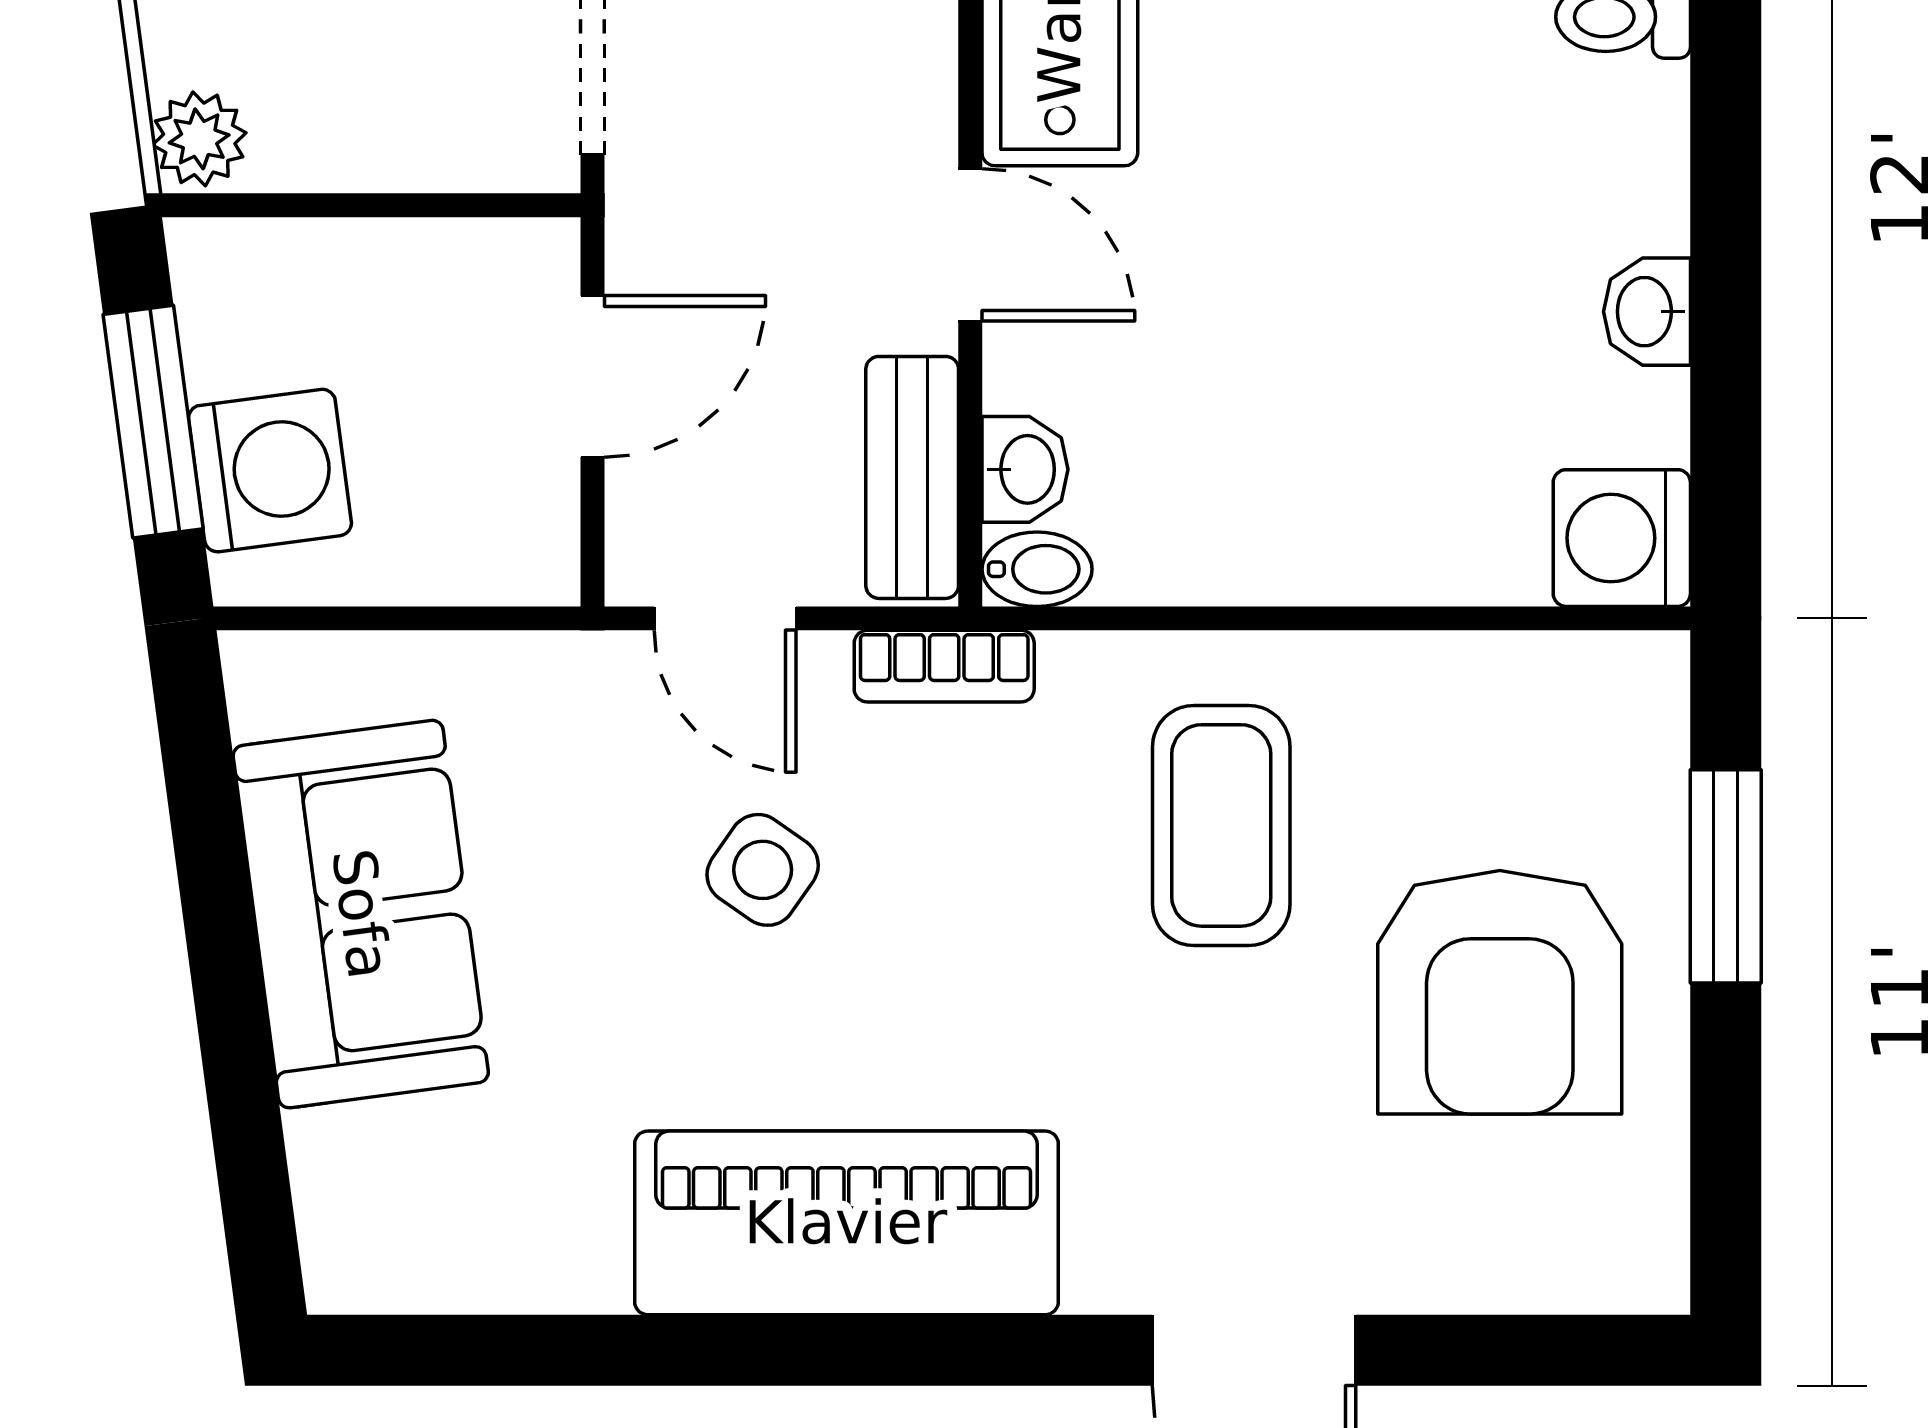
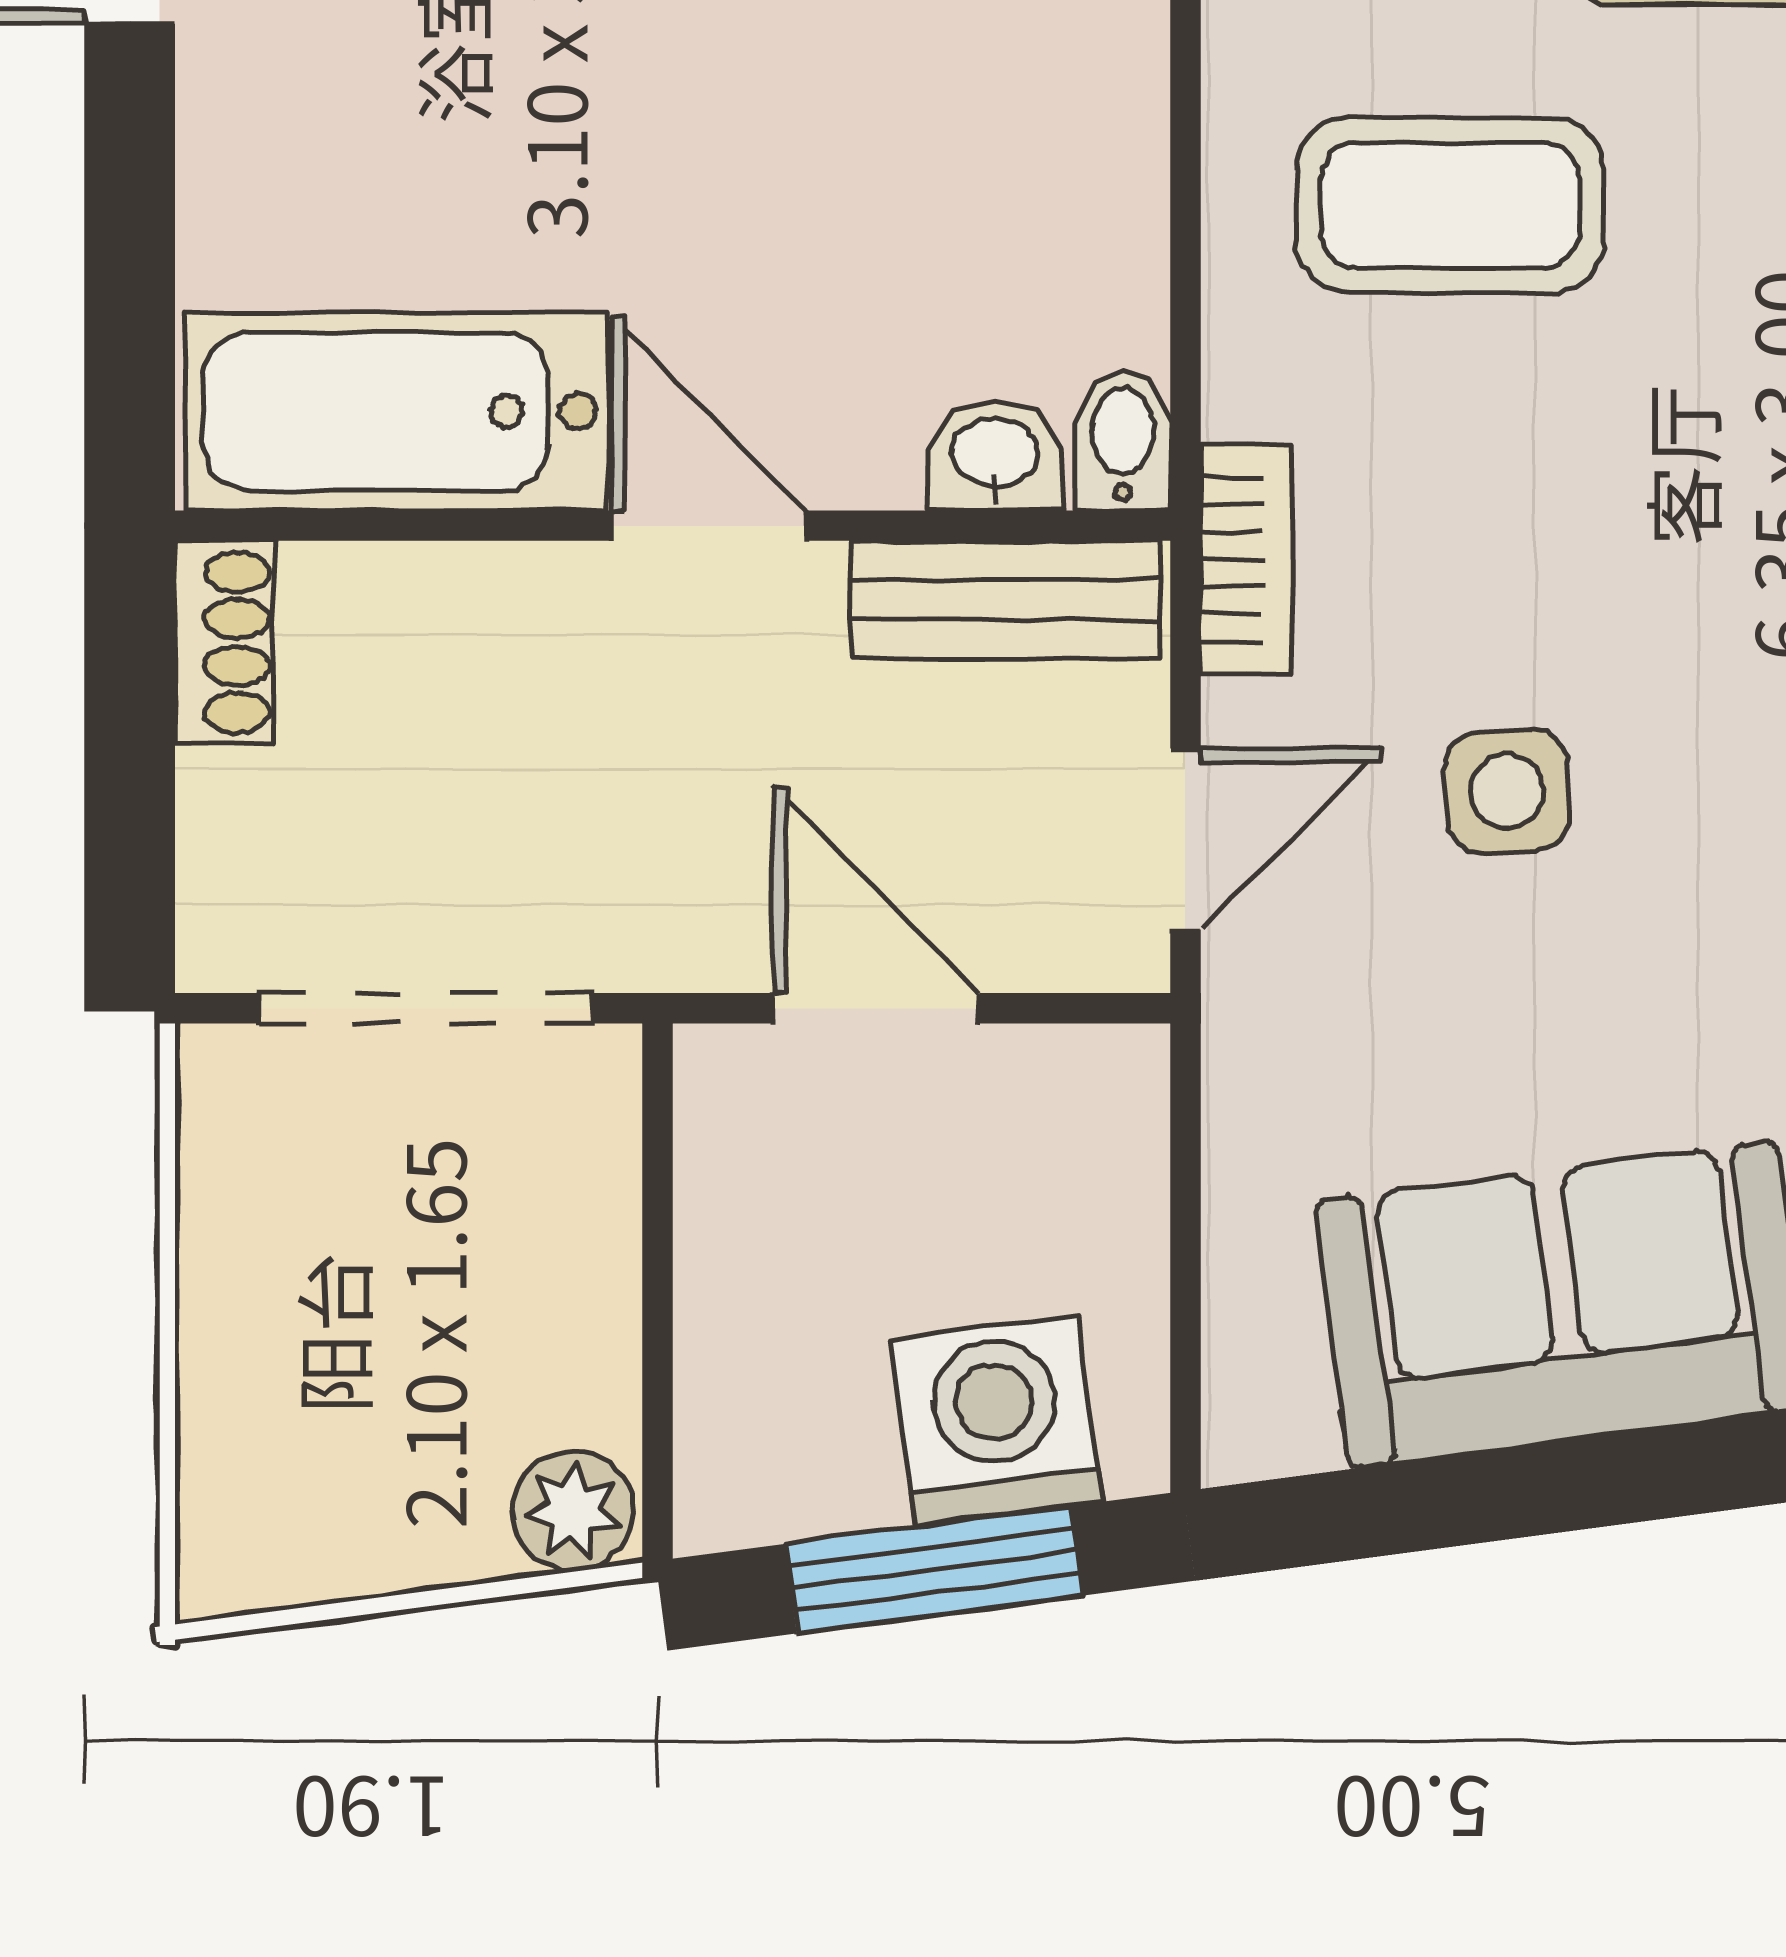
door: (970, 245) -> (708, 526), hinge flipped
side table: (763, 870) -> (1507, 791), turned -38

